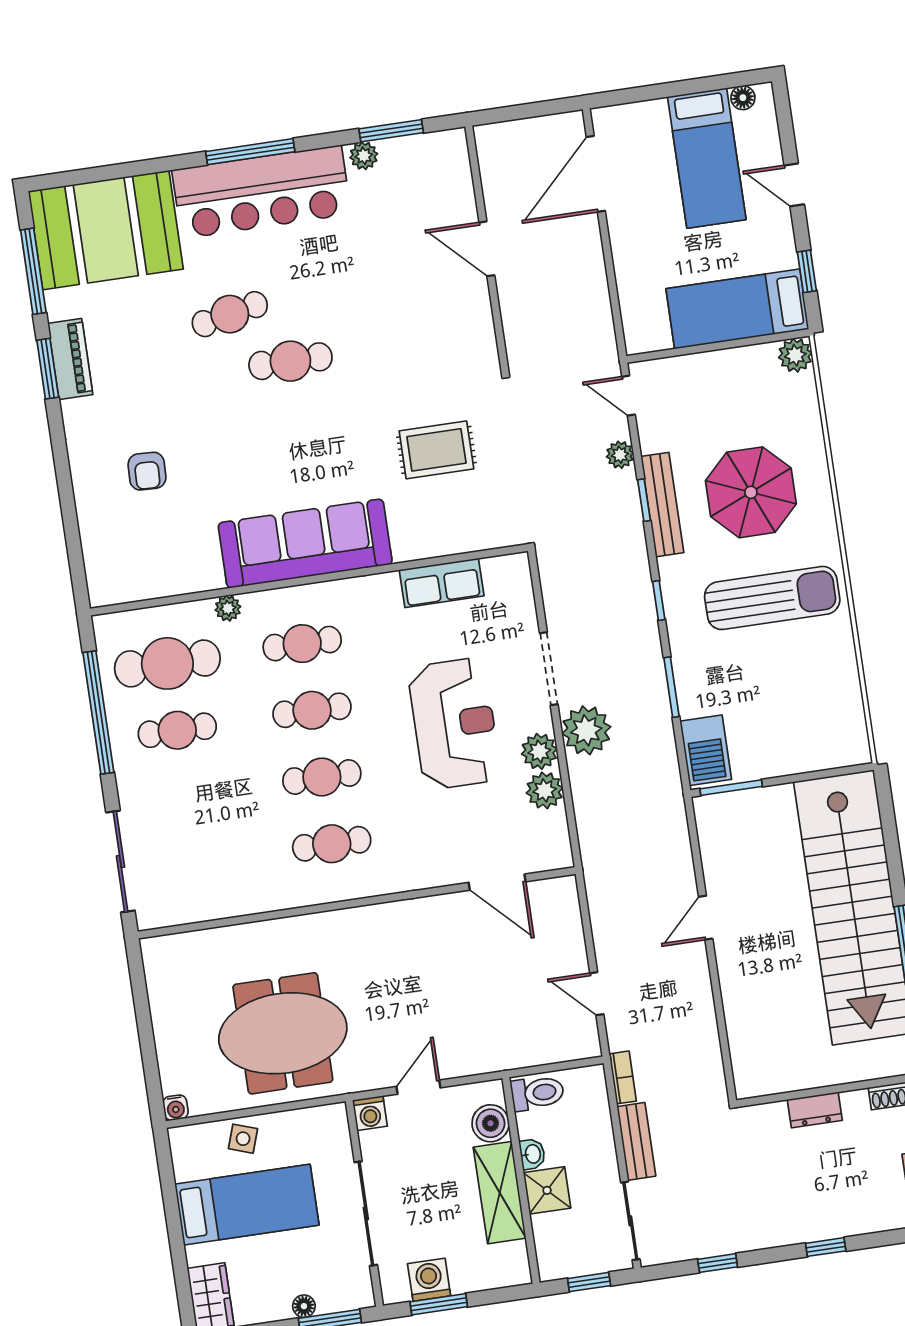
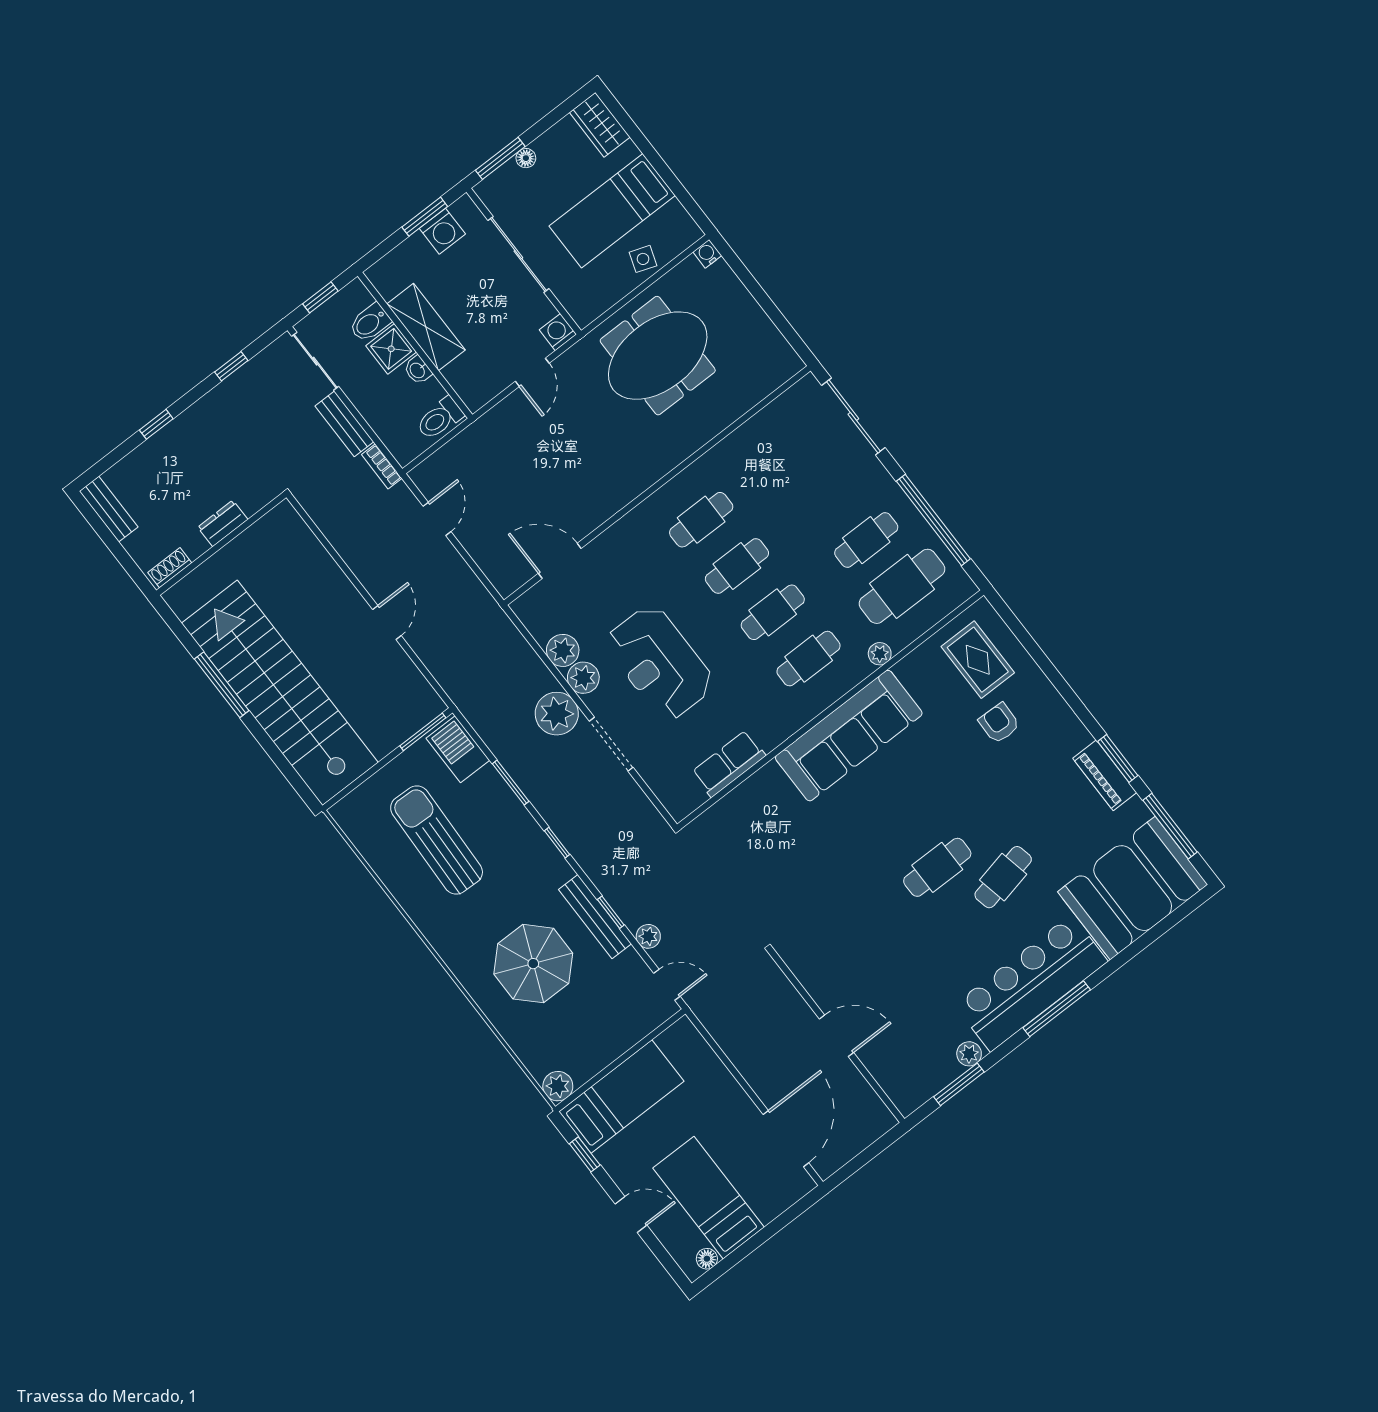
rug: (436, 450) -> (978, 660), moved, turned 90
sun lounger: (772, 598) -> (437, 840), moved, turned 92
door: (597, 994) -> (437, 519), hinge flipped
boiler: (491, 1123) -> (462, 376), removed
bidet: (554, 1229) -> (370, 323), added

